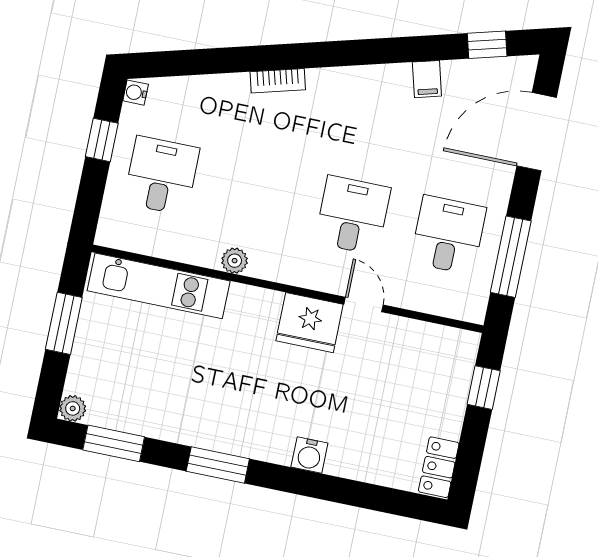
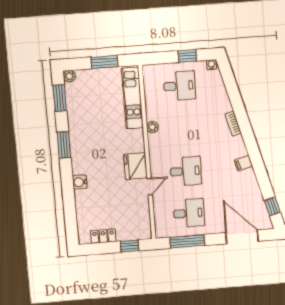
filing cabinet: (427, 79) -> (244, 163), moved
locker: (439, 467) -> (103, 236), moved

